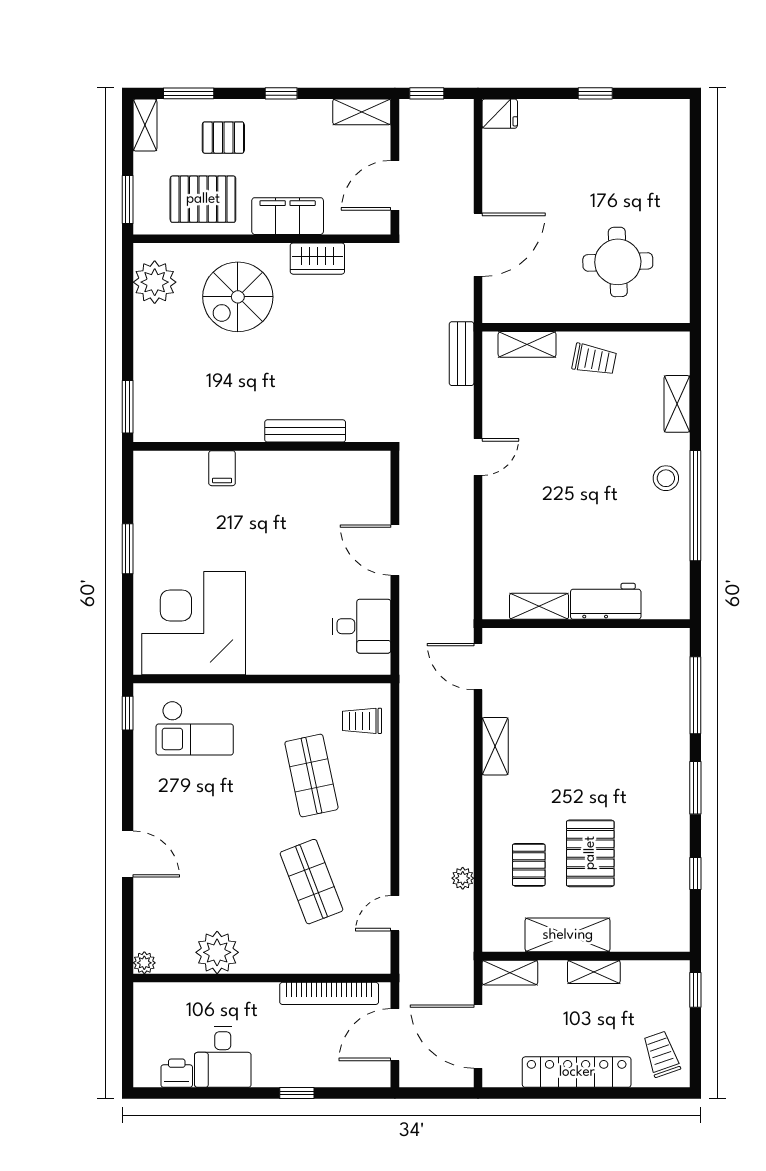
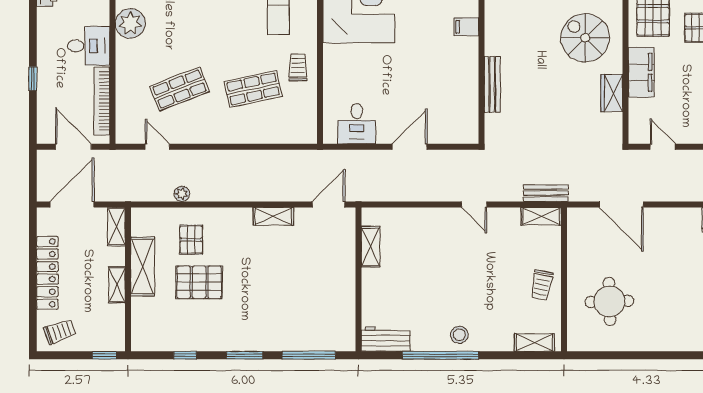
door: (395, 185) -> (663, 147), width x0.73
shelving: (527, 344) -> (541, 216), moved, turned 90
shelving: (677, 404) -> (534, 342), moved
workbench: (606, 601) -> (386, 339), moved, turned -90
trolley: (362, 721) -> (298, 67), moved
pallet: (529, 865) -> (191, 240), turned 90
desk: (223, 1057) -> (89, 46), moved, turned 180

